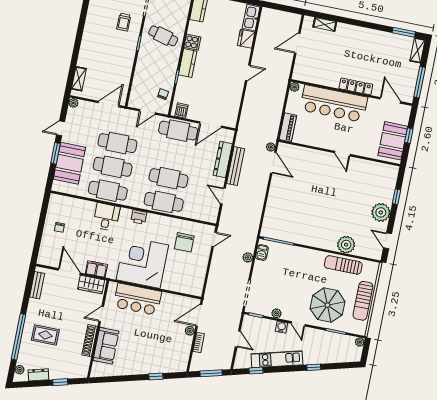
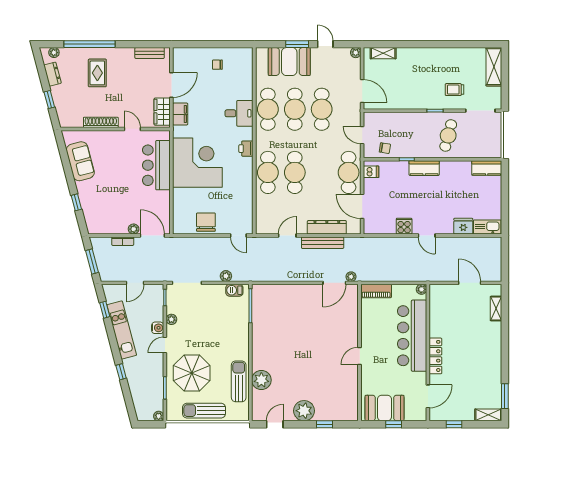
cooker: (192, 42) -> (404, 226), moved, turned 180
window: (420, 82) -> (454, 424), width x0.46
chair: (184, 242) -> (206, 222), moved, turned 90
sofa: (106, 346) -> (80, 161), moved, turned -105

